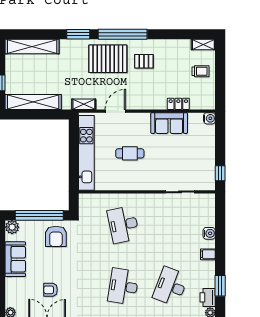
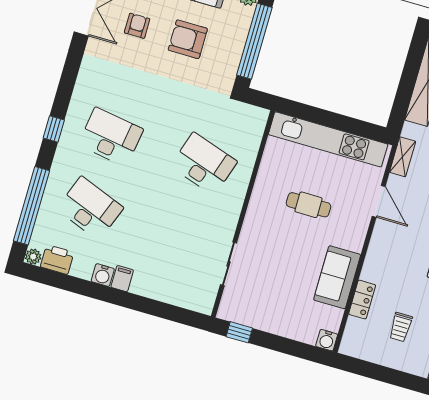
trolley: (201, 71) -> (401, 327), moved
cafe table: (130, 153) -> (308, 205), turned 90
desk: (123, 225) -> (204, 164), turned 30
water cooler: (209, 233) -> (103, 275), moved
armchair: (56, 236) -> (188, 39), moved
window: (220, 286) -> (69, 283), removed

